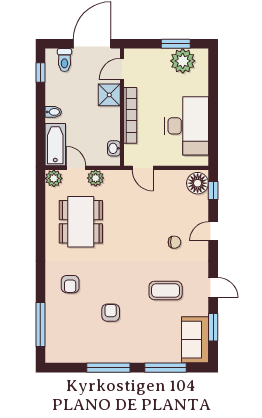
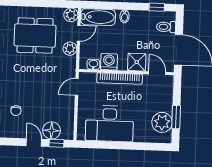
washing machine: (110, 129) -> (109, 62), added
floor lamp: (198, 183) -> (52, 130), moved
door: (213, 231) -> (34, 142), moved

